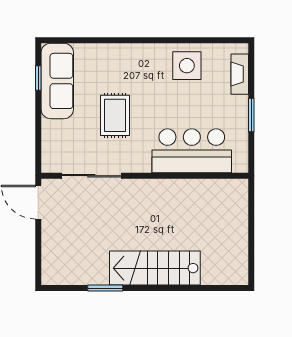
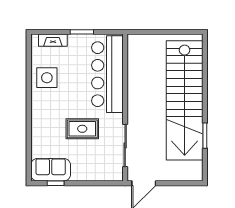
sofa: (57, 81) -> (51, 170), width x0.73
bar counter: (192, 151) -> (107, 74), width x1.36
stairs: (155, 268) -> (185, 100), width x1.86, depth x1.51

